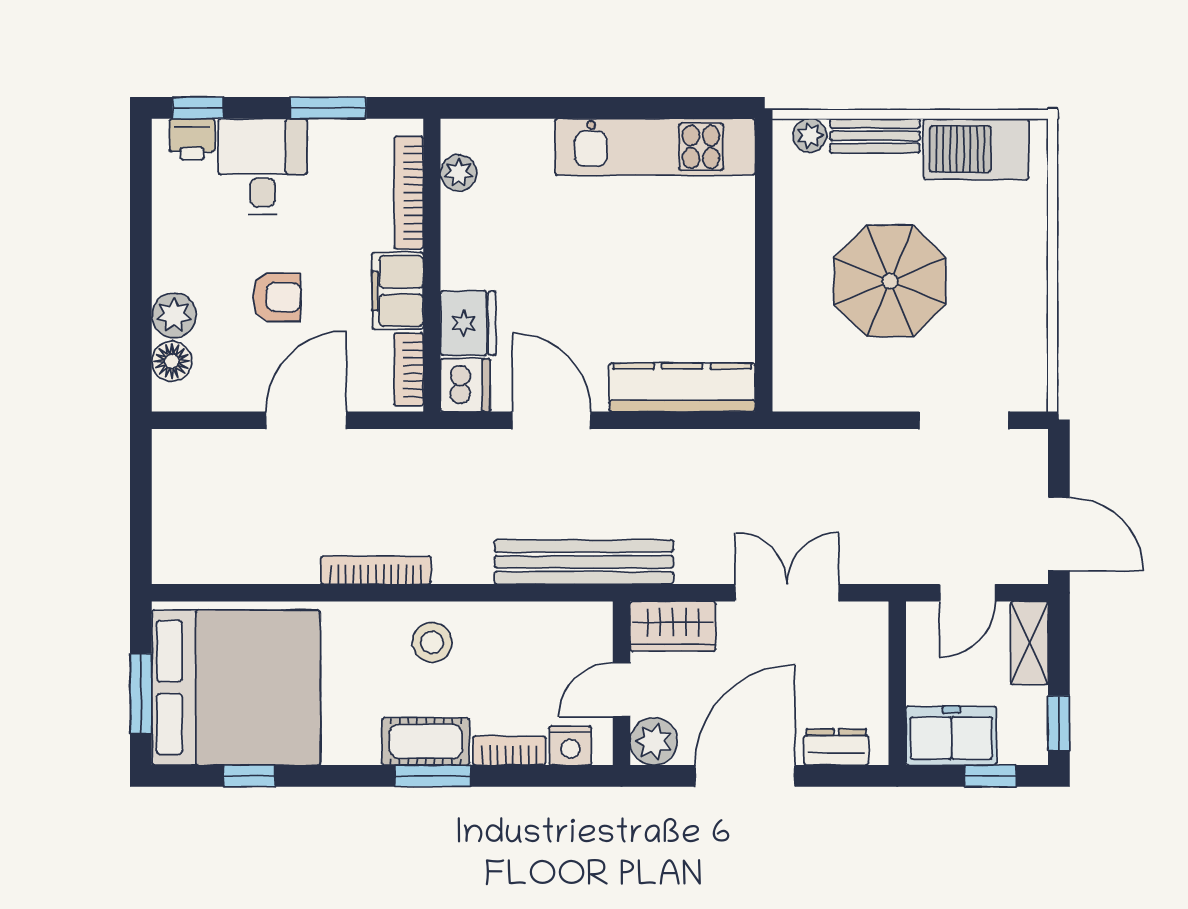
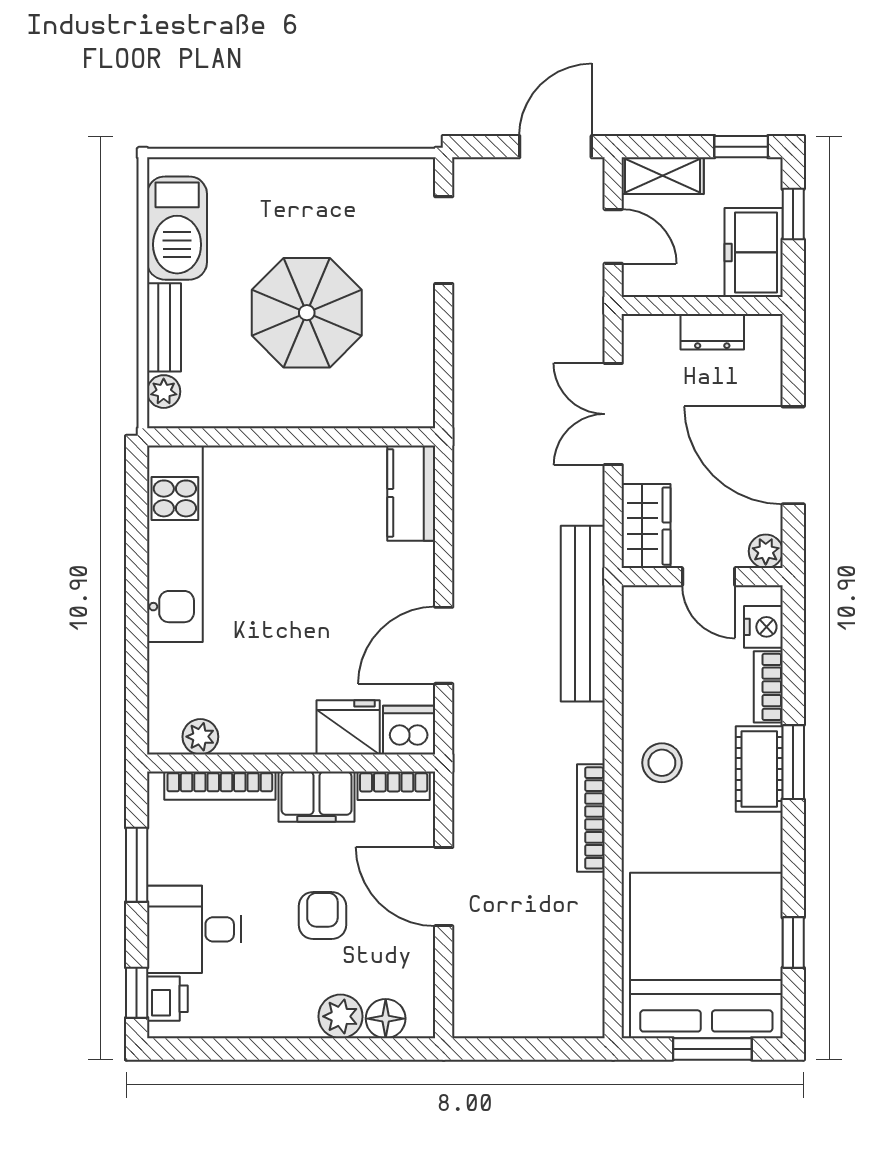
kitchen counter: (682, 387) -> (411, 493), width x0.67
plant: (654, 742) -> (766, 551), width x0.73, depth x0.73
dresser: (836, 747) -> (712, 332), moved, turned -90

